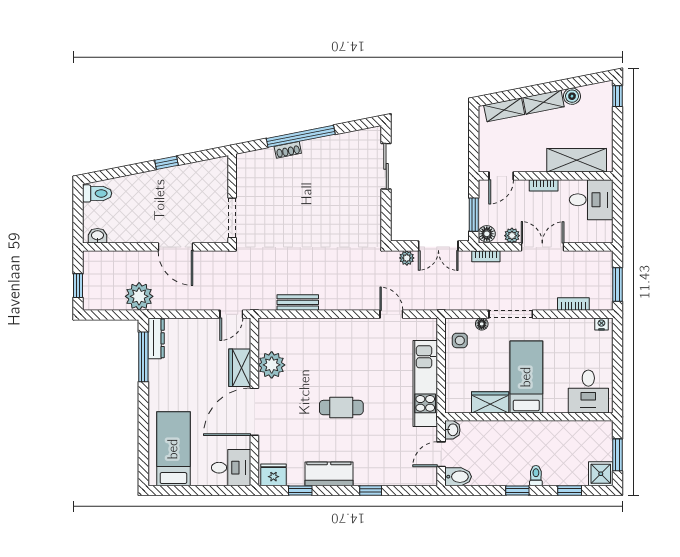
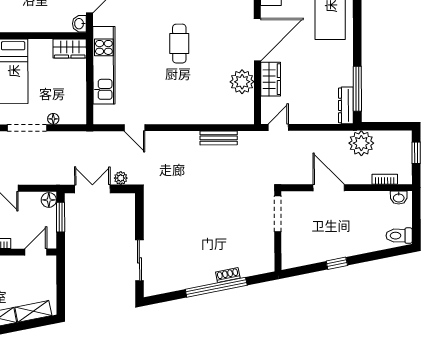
plant: (512, 236) -> (26, 198), removed
bookcase: (486, 256) -> (385, 179), moved
side table: (460, 340) -> (73, 104), removed
wardrobe: (490, 402) -> (70, 48), moved
cafe table: (341, 408) -> (179, 44), turned 90

